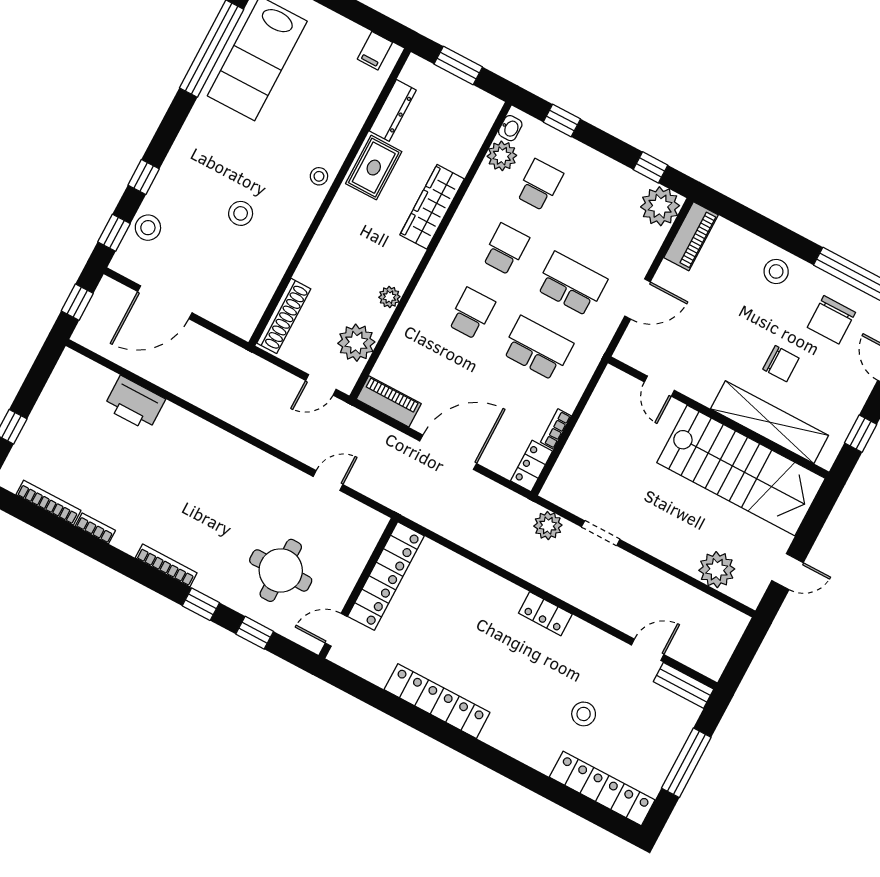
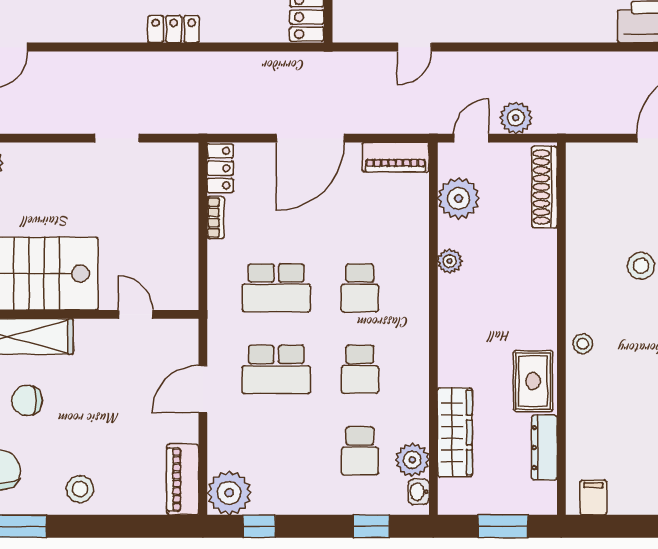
wardrobe: (432, 207) -> (455, 432), moved
plant: (548, 526) -> (516, 118), moved
locker: (545, 614) -> (174, 29), moved

